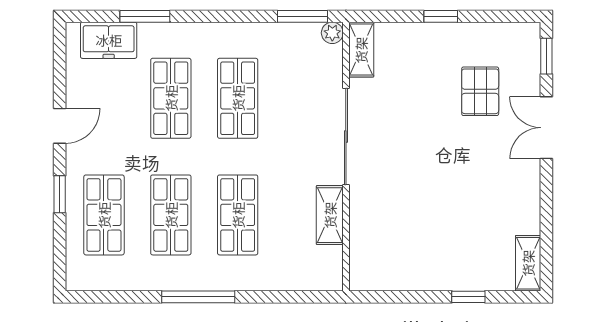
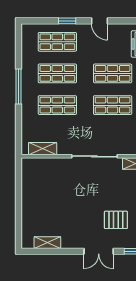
double door: (546, 128) -> (99, 251), swing flipped
shelving: (330, 215) -> (43, 149), moved
shelving: (528, 263) -> (47, 243), moved
window: (468, 297) -> (19, 214), removed

